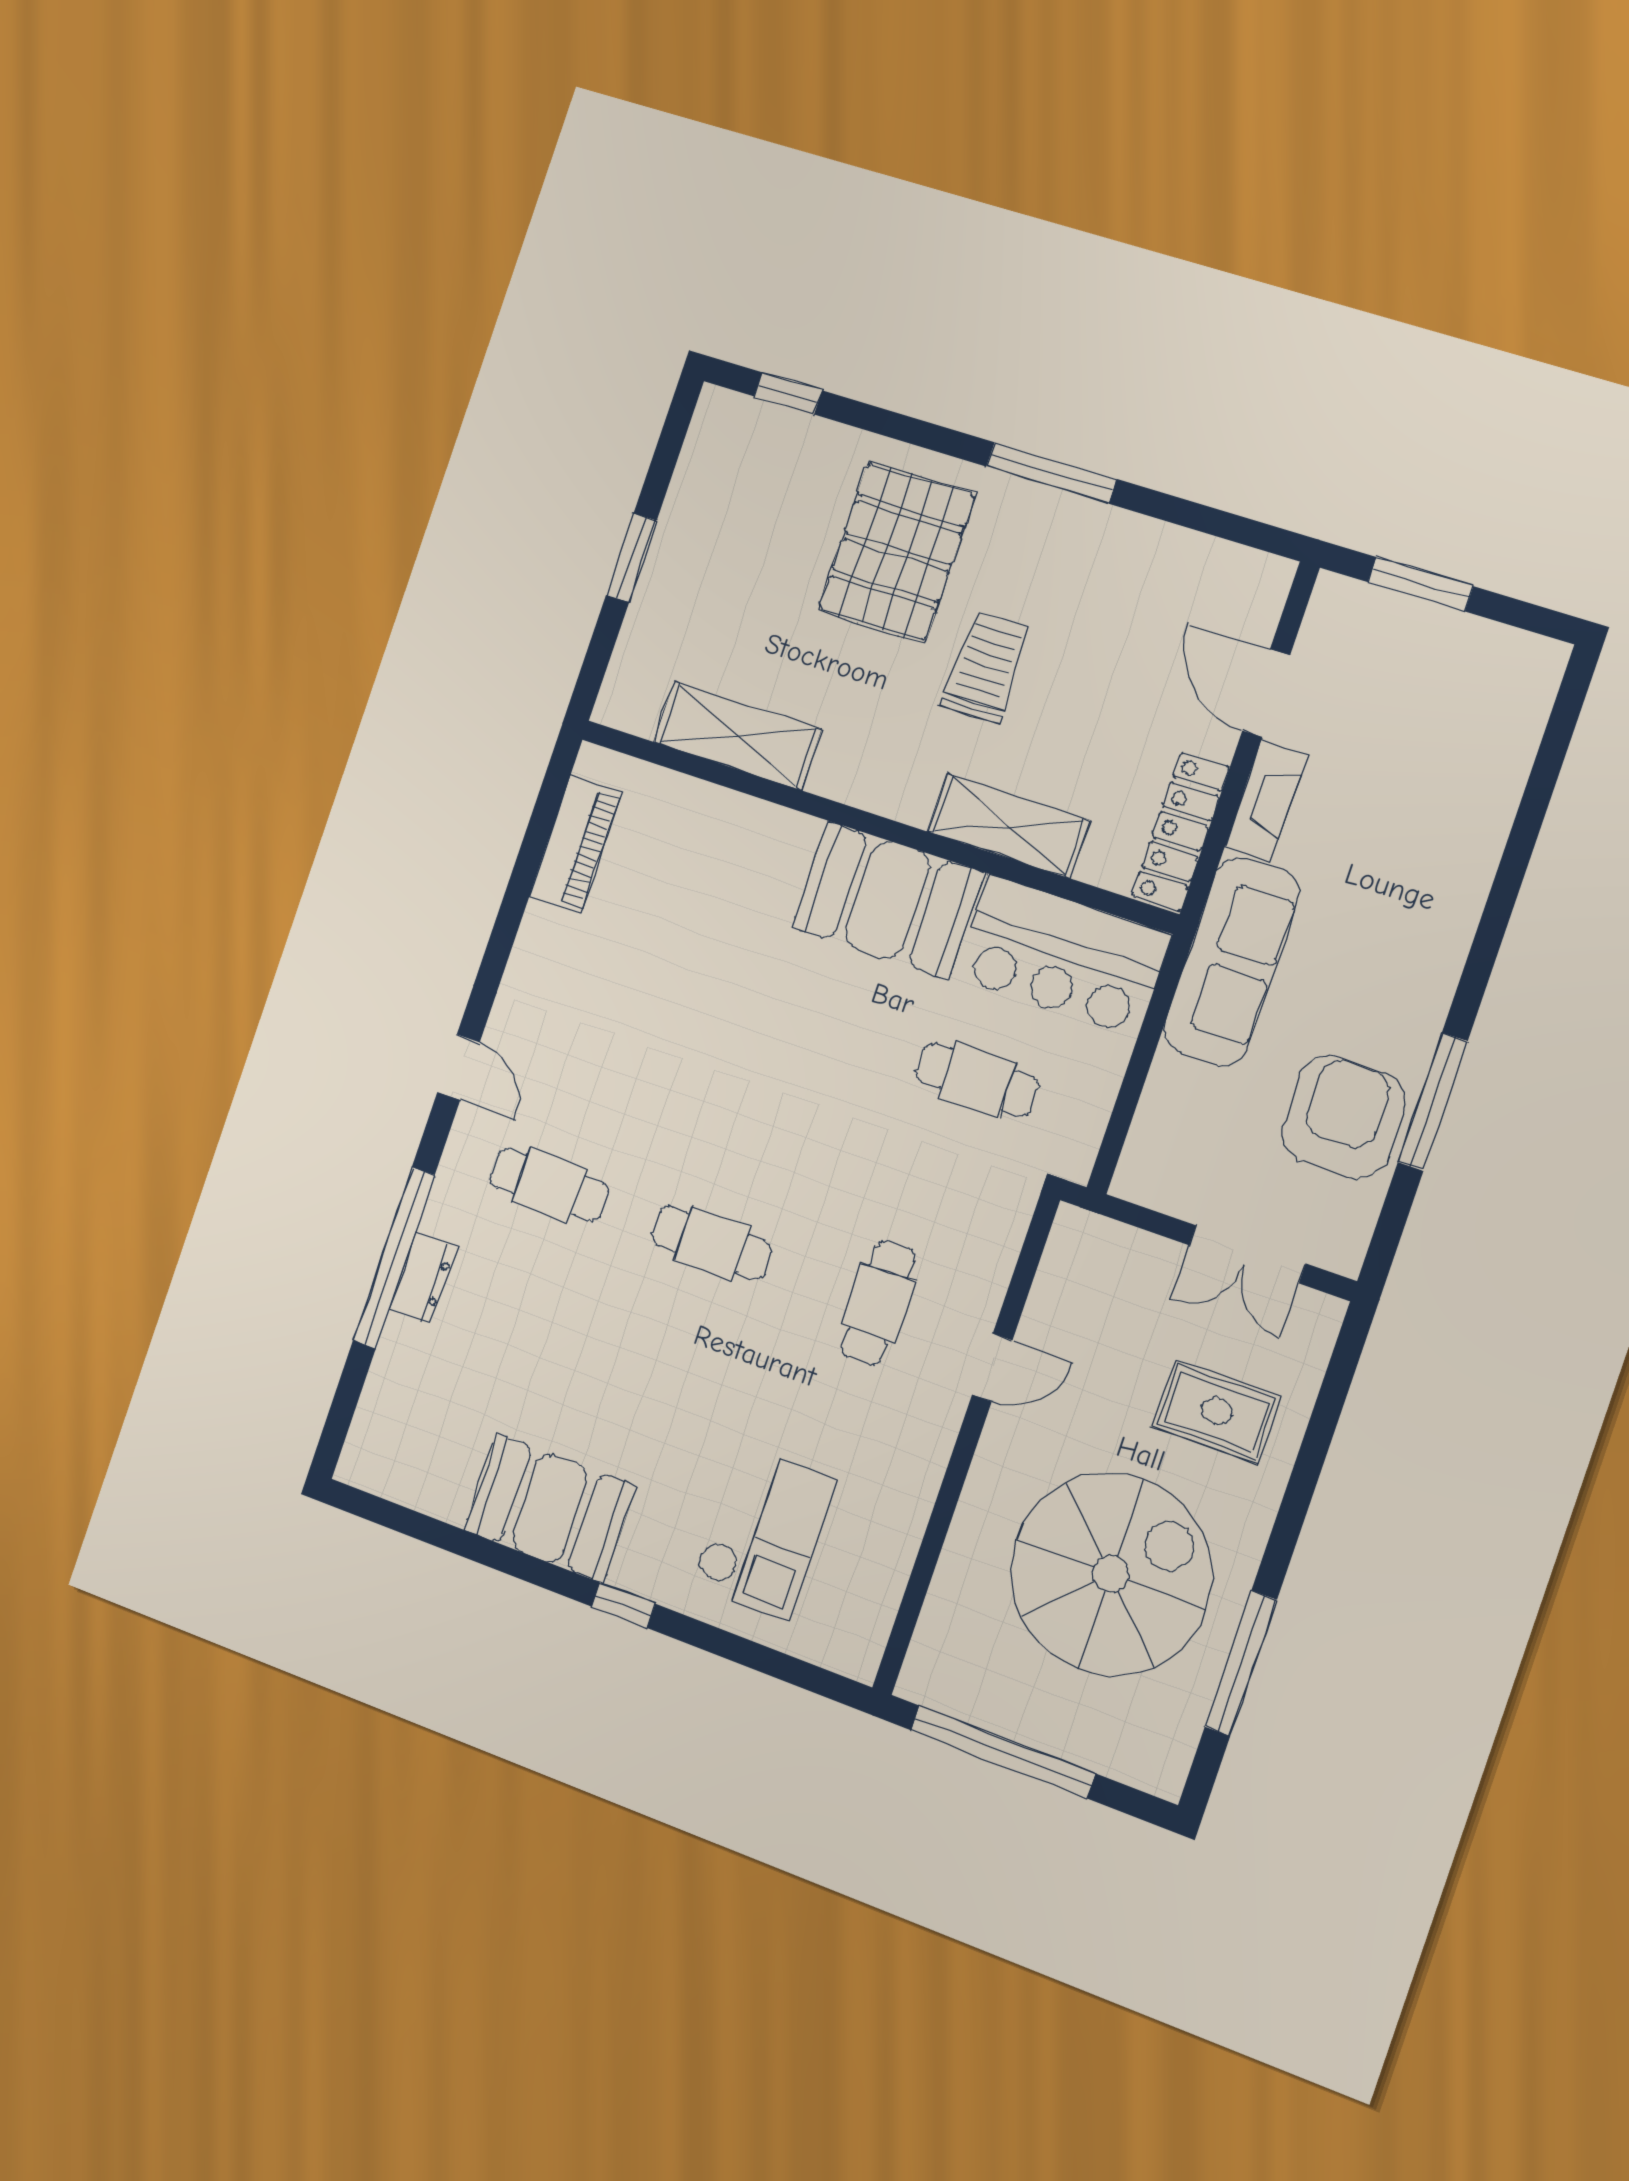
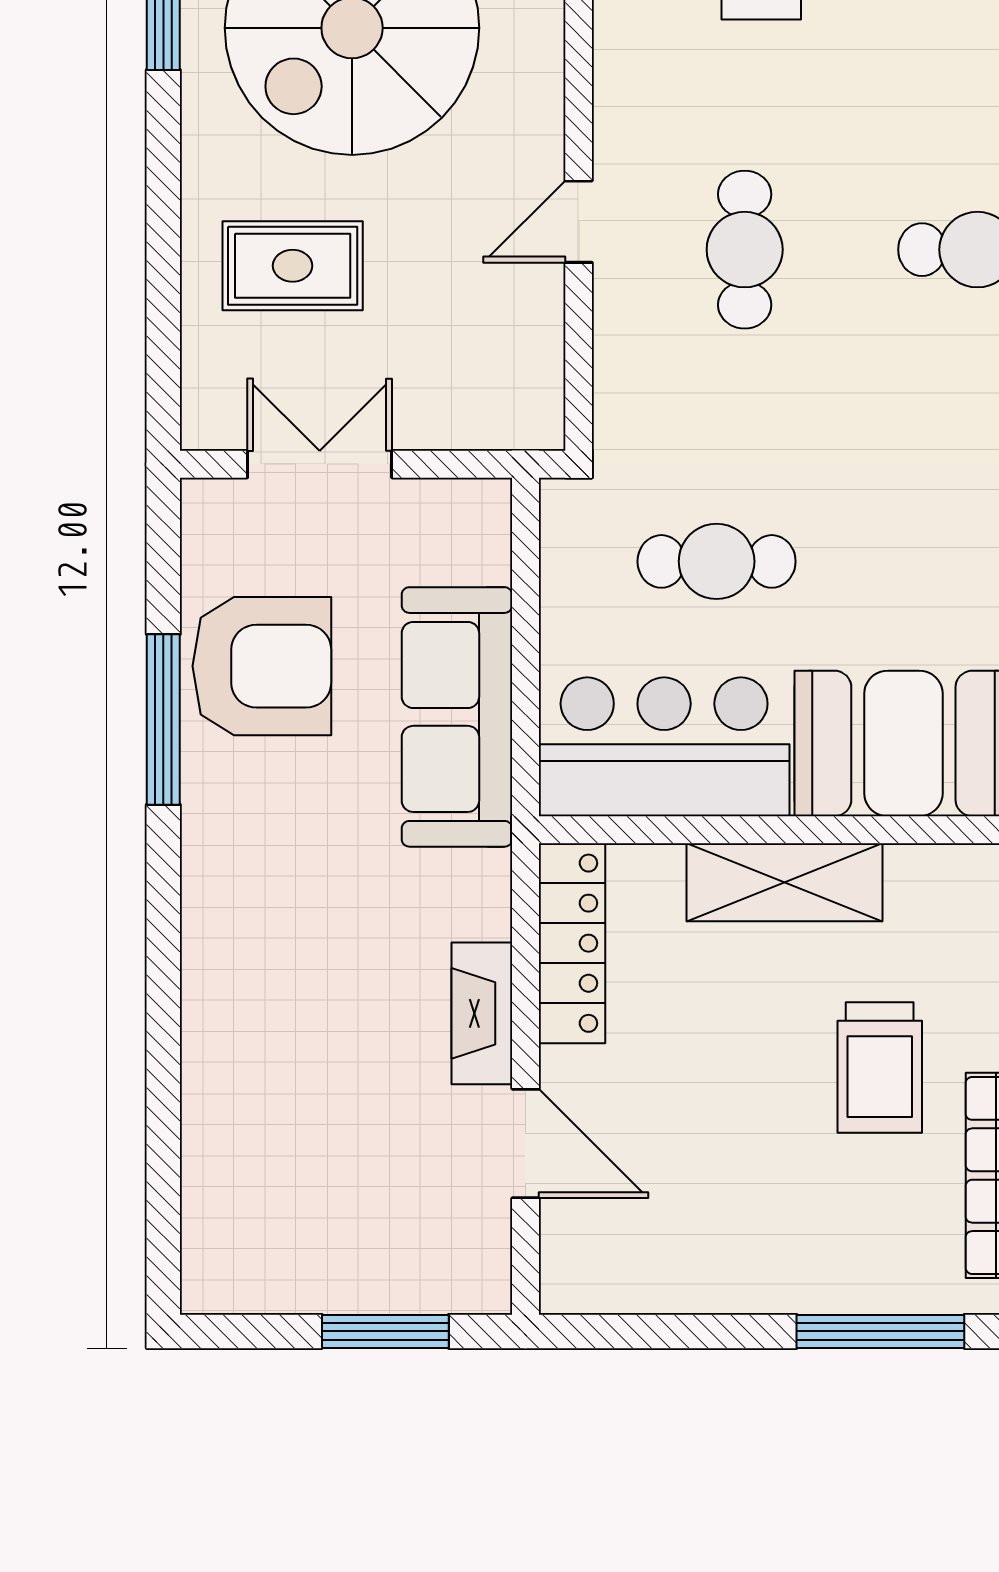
sofa: (1232, 961) -> (457, 717), moved
armchair: (1343, 1117) -> (262, 666), turned -90

